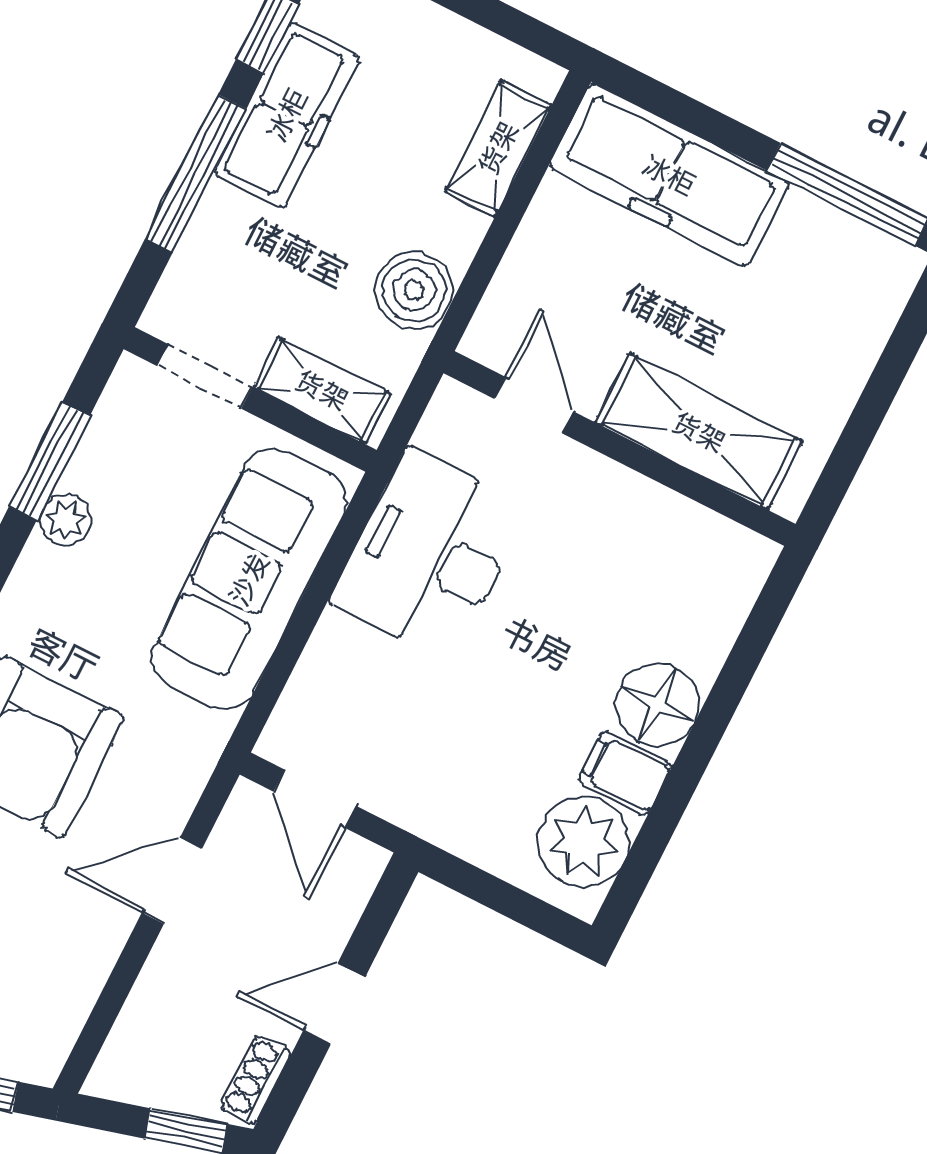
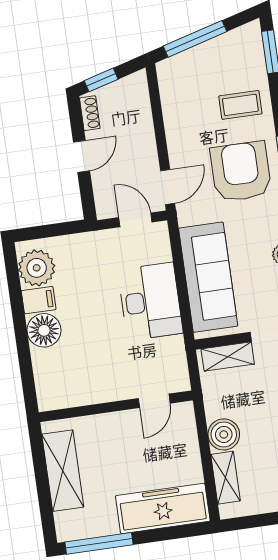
boiler: (414, 290) -> (224, 434), moved
door: (534, 405) -> (154, 401), hinge flipped
shelving: (699, 432) -> (63, 471), moved, turned 90
desk: (430, 555) -> (150, 301), moved
door: (172, 881) -> (168, 187), moved

